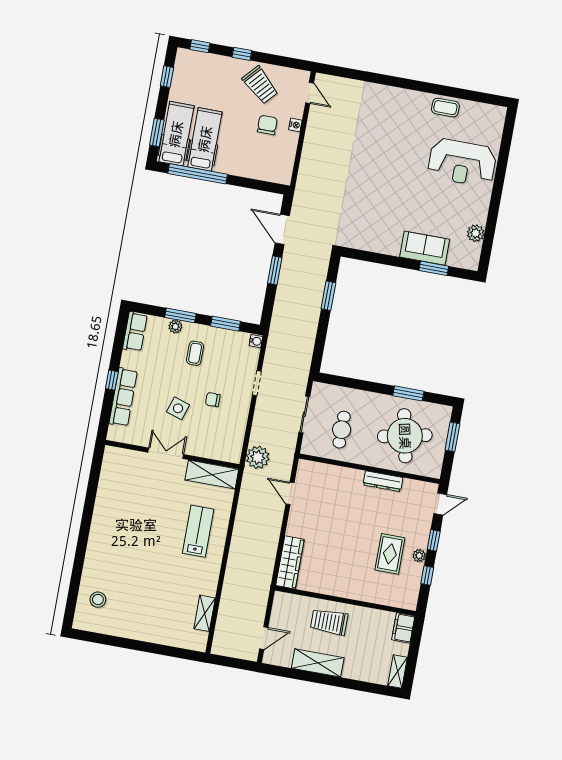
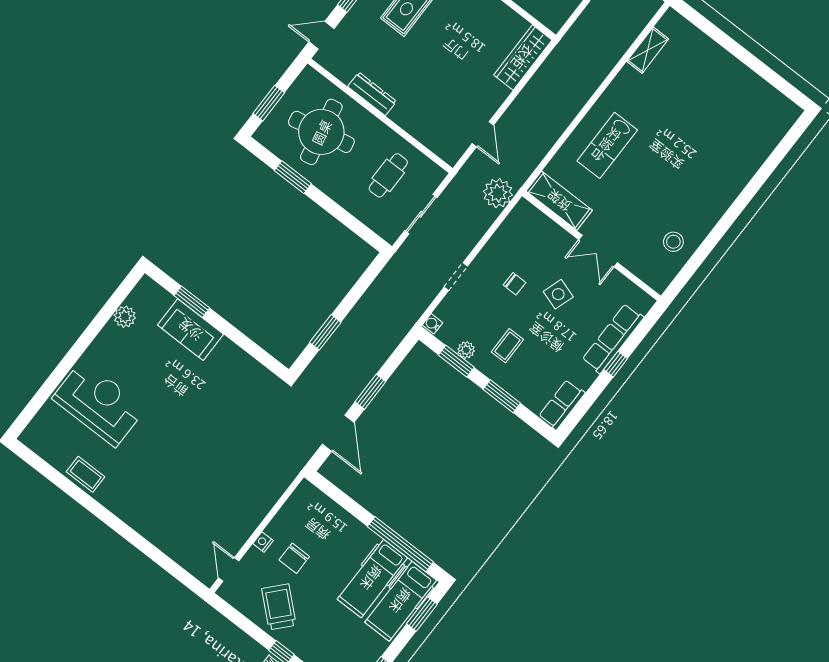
plant: (175, 326) -> (466, 350), moved
stool: (98, 600) -> (673, 242), moved

